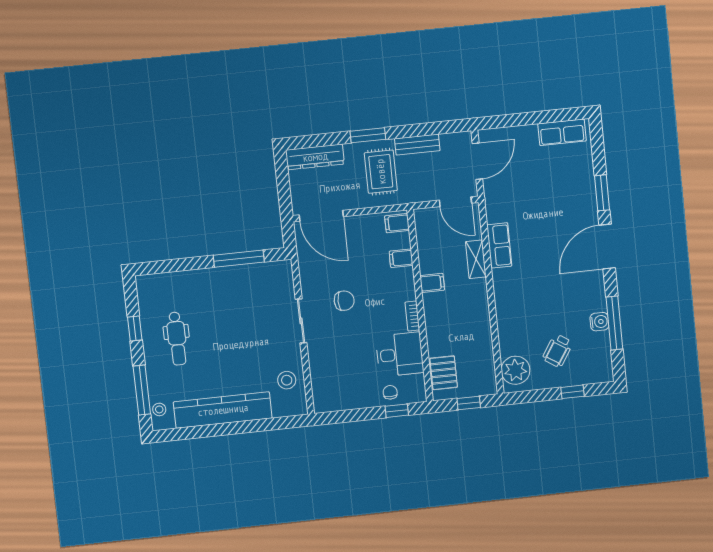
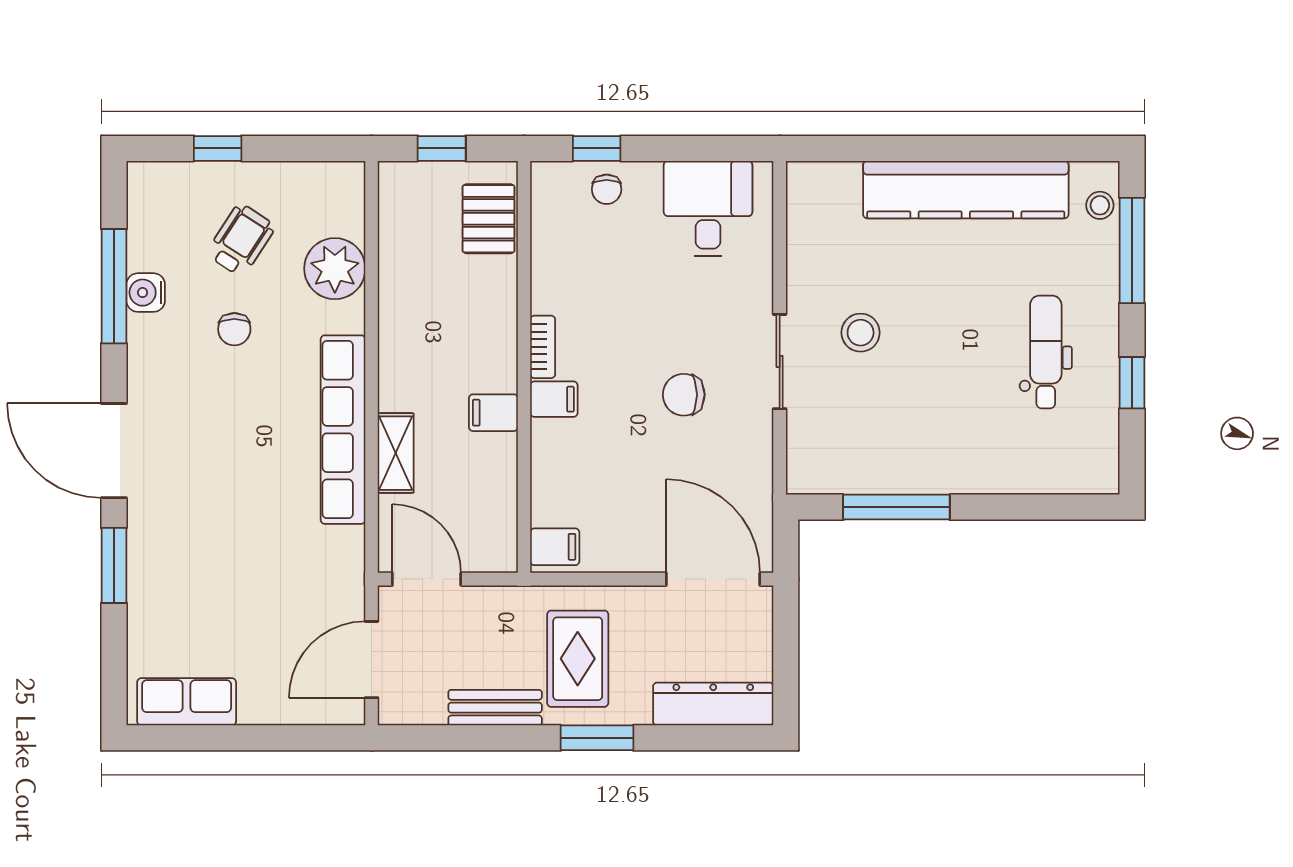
row of seats: (499, 245) -> (343, 430), width x2.02
door: (607, 247) -> (114, 451), swing flipped
filing cabinet: (401, 258) -> (554, 399), moved
chair: (557, 309) -> (234, 329), added
desk: (400, 354) -> (708, 209), moved, turned 90
plant: (516, 370) -> (335, 269), moved
stool: (287, 380) -> (861, 333), moved

